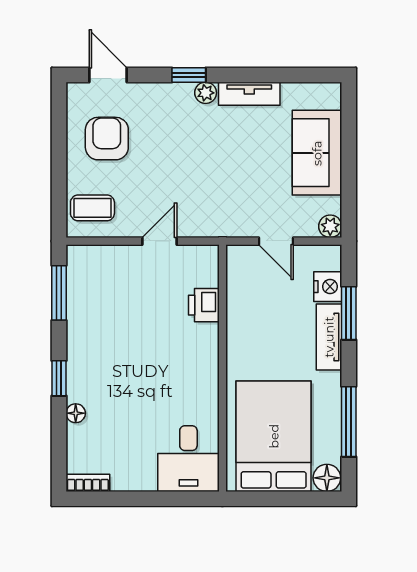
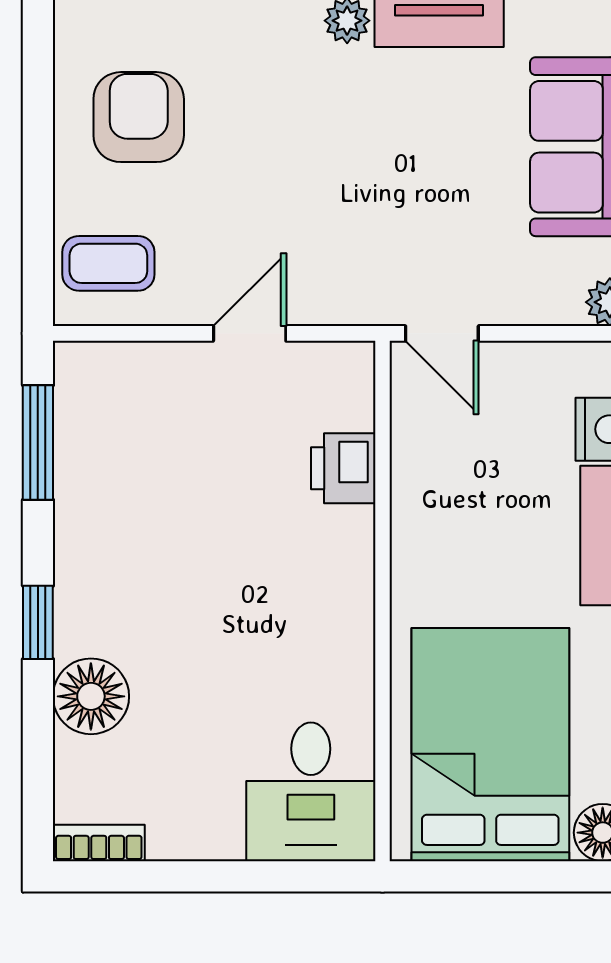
door: (276, 241) -> (442, 333), moved
floor lamp: (76, 413) -> (91, 696), width x1.89, depth x1.89

